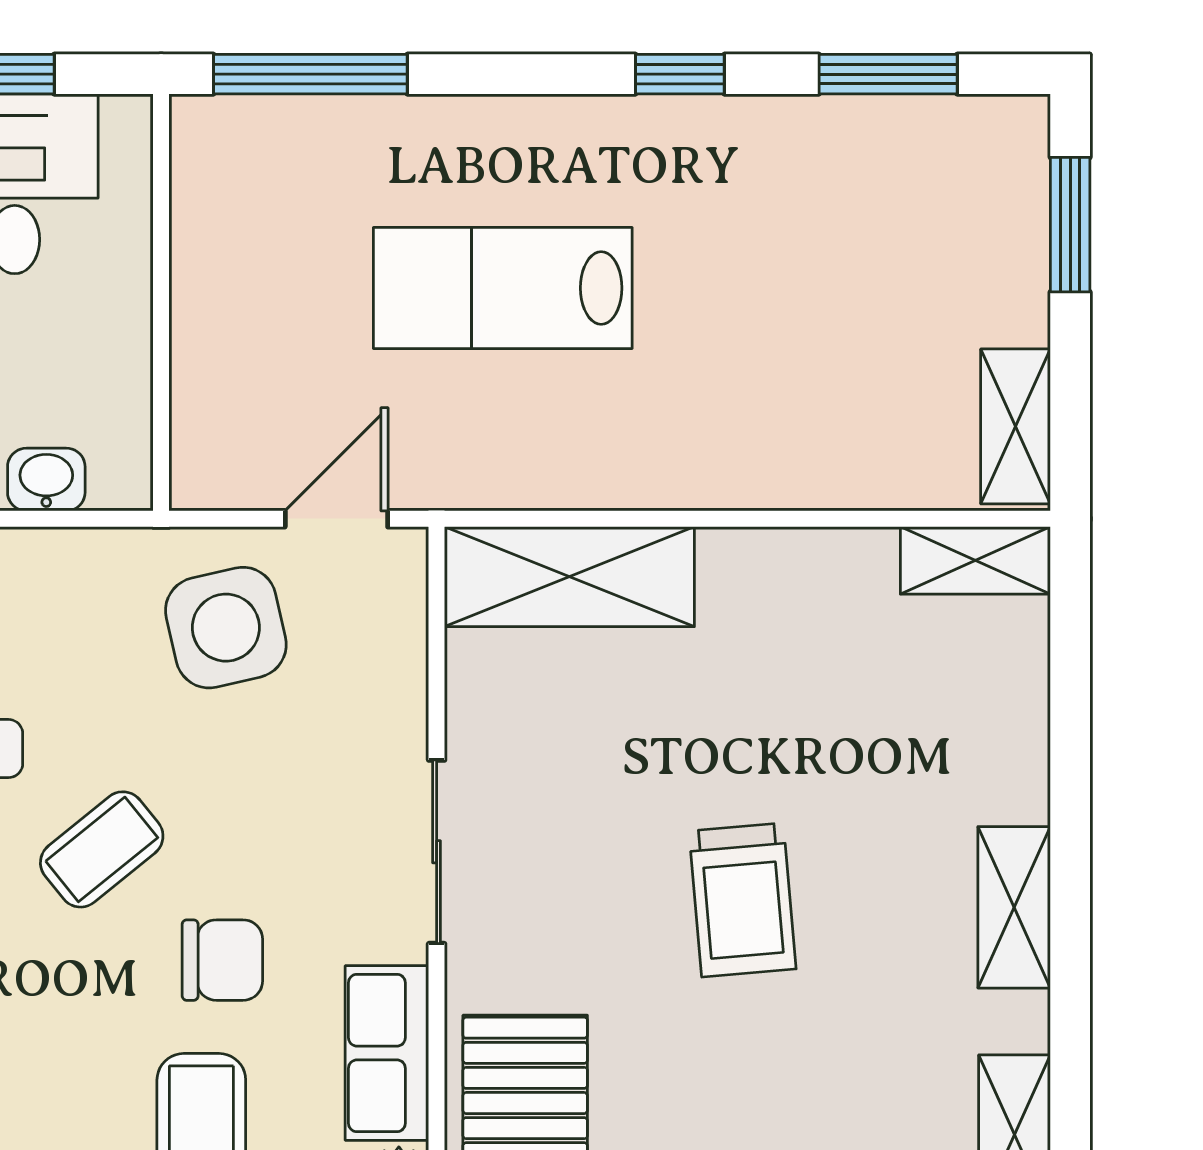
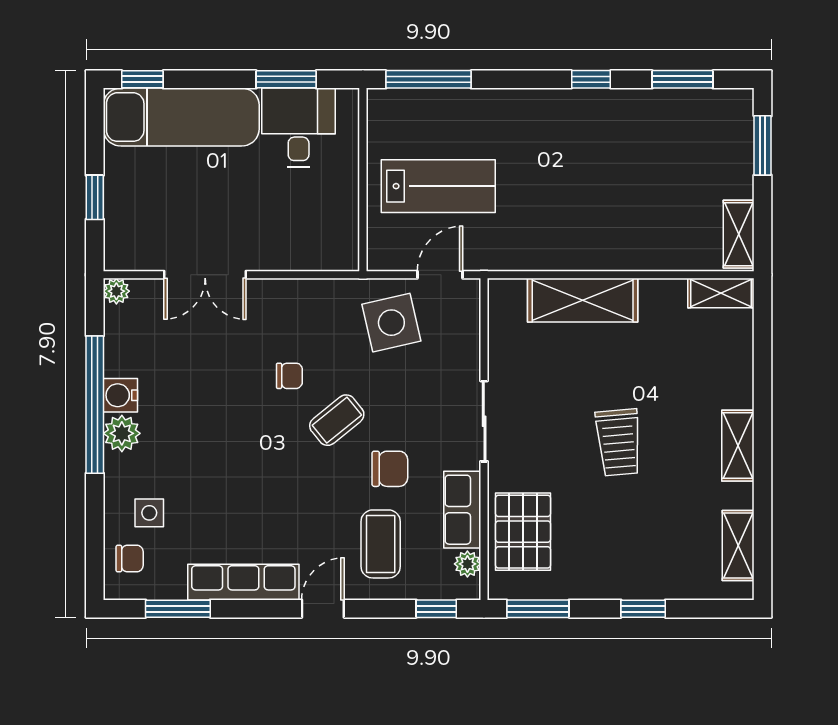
lab bench: (503, 288) -> (438, 186), moved, turned 180
washbasin: (46, 480) -> (312, 258), removed
shelving: (569, 577) -> (583, 300), moved

